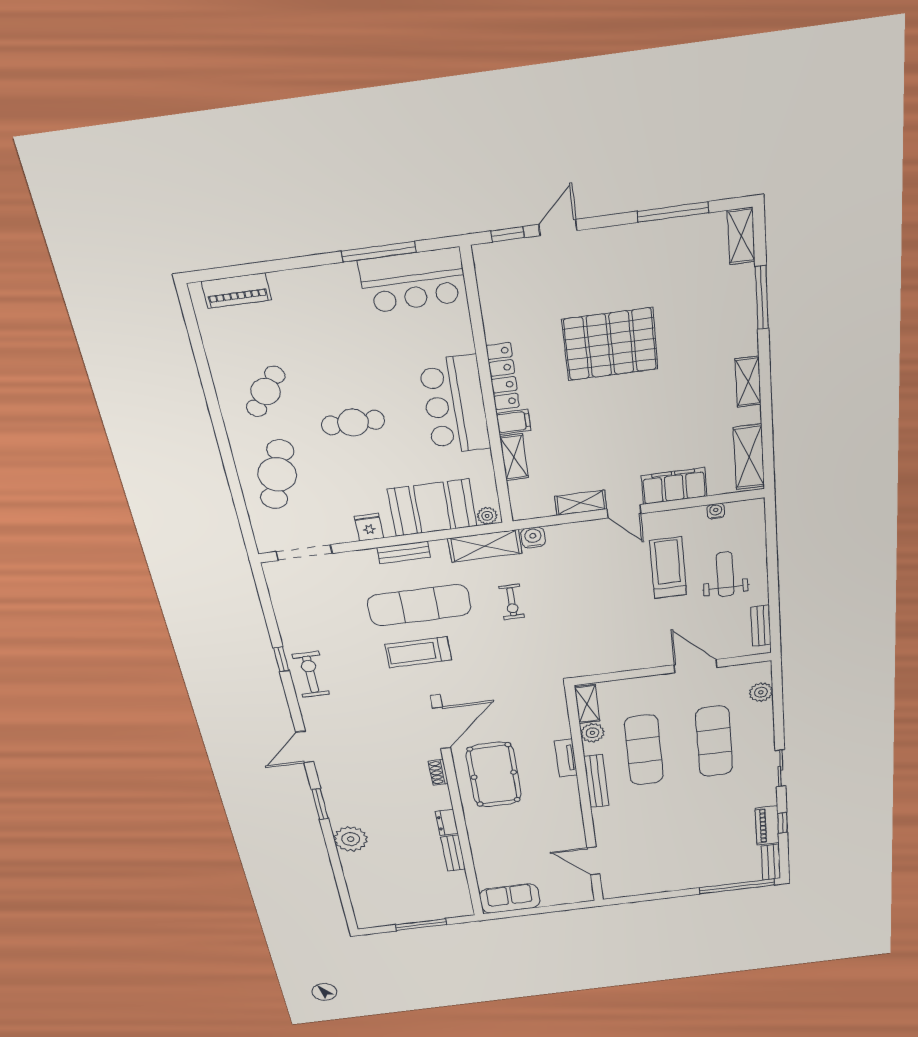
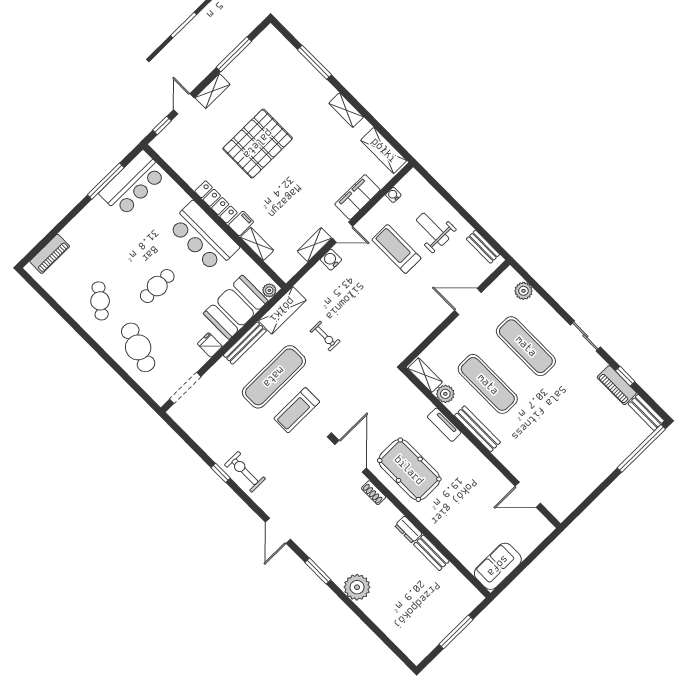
shelving: (741, 236) -> (213, 91), moved, turned 90
water cooler: (533, 537) -> (331, 260), moved
bench: (404, 552) -> (245, 343), width x1.36

